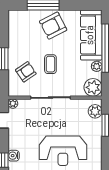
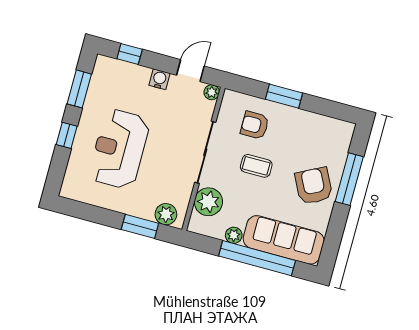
armchair: (26, 72) -> (255, 125), turned 124
plant: (93, 87) -> (208, 202), moved
water cooler: (14, 156) -> (159, 79), moved

